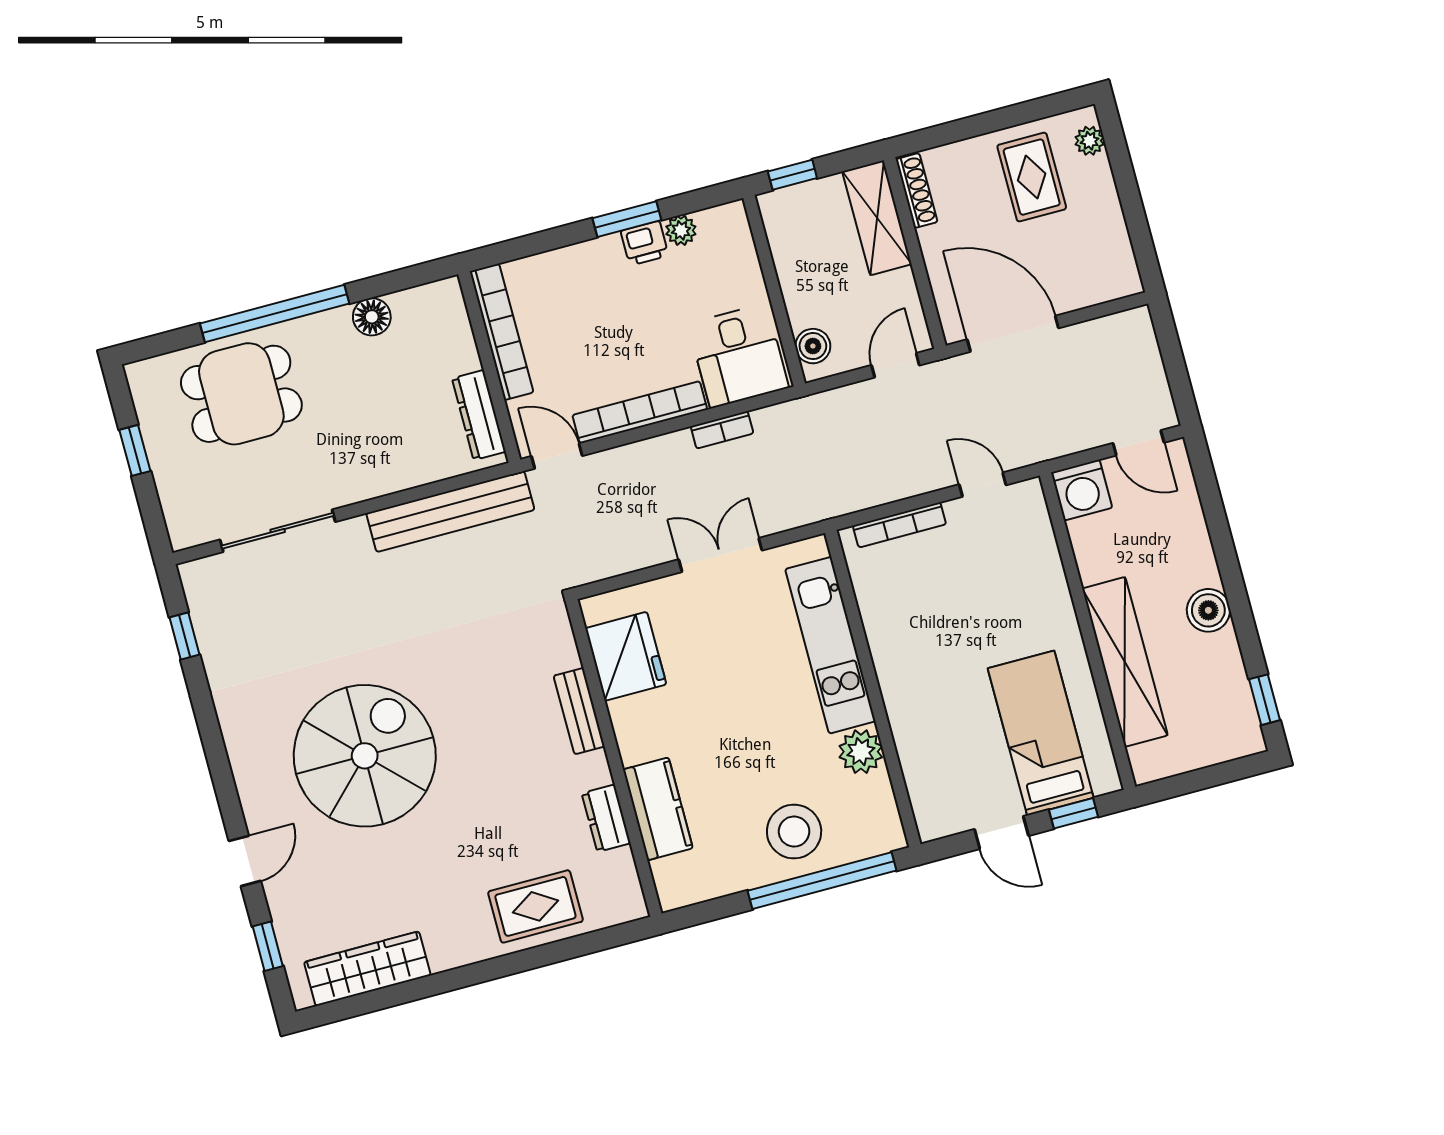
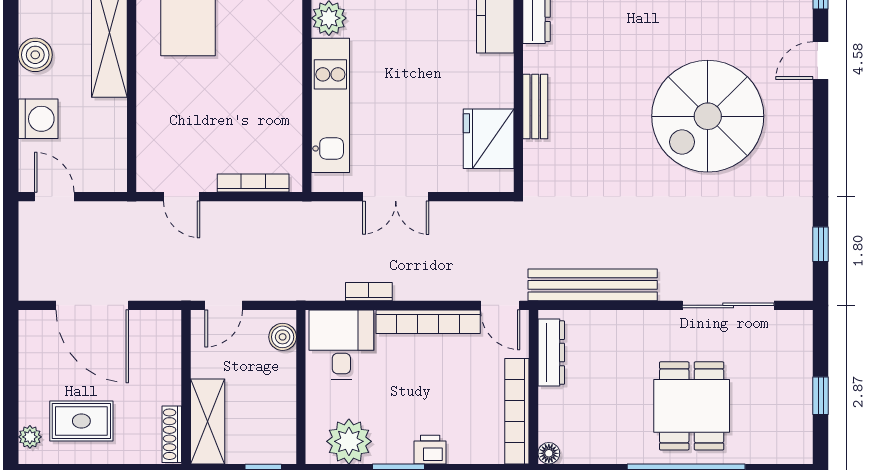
rug: (1032, 177) -> (81, 421), turned 90
plant: (681, 230) -> (349, 441), width x1.88, depth x1.88
printer: (645, 243) -> (430, 450), moved
floor lamp: (372, 317) -> (549, 453), moved, width x0.73, depth x0.73
door: (1013, 334) -> (92, 305), moved
dining table: (241, 394) -> (692, 406), moved, turned 90
washing machine: (1082, 490) -> (38, 119), moved, turned 90

